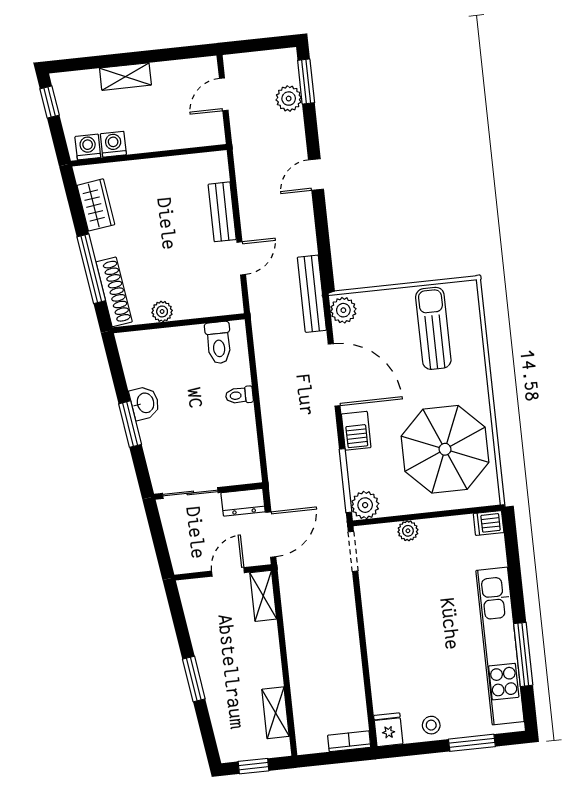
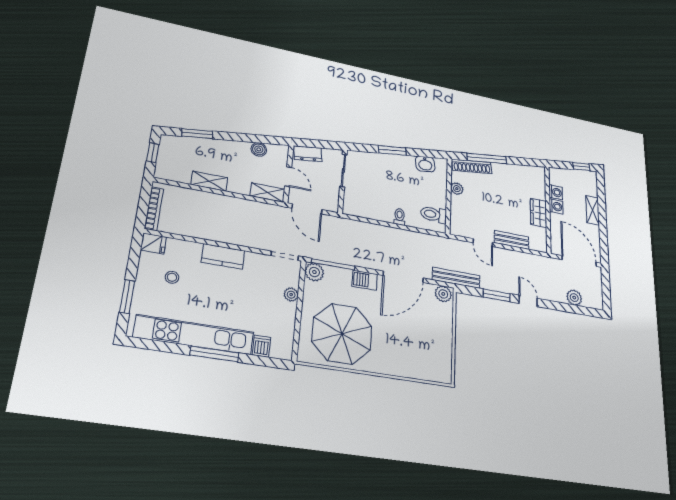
window: (306, 82) -> (497, 295), moved
door: (224, 94) -> (579, 261), width x1.87
washing machine: (88, 147) -> (556, 206), moved
wardrobe: (96, 205) -> (538, 213), moved, turned 98
sun lounger: (433, 328) -> (424, 348), removed
washbasin: (145, 403) -> (425, 164), moved
dresser: (243, 502) -> (308, 154), moved, turned -98
dishwasher: (489, 523) -> (261, 346), moved
boiler: (198, 623) -> (259, 149), added
kitchen counter: (379, 635) -> (223, 256), added
window: (523, 654) -> (214, 354), moved
window: (194, 679) -> (197, 134), moved
shelving: (276, 713) -> (209, 181), moved
stool: (431, 725) -> (172, 277), moved
bookcase: (349, 741) -> (154, 209), width x1.56

